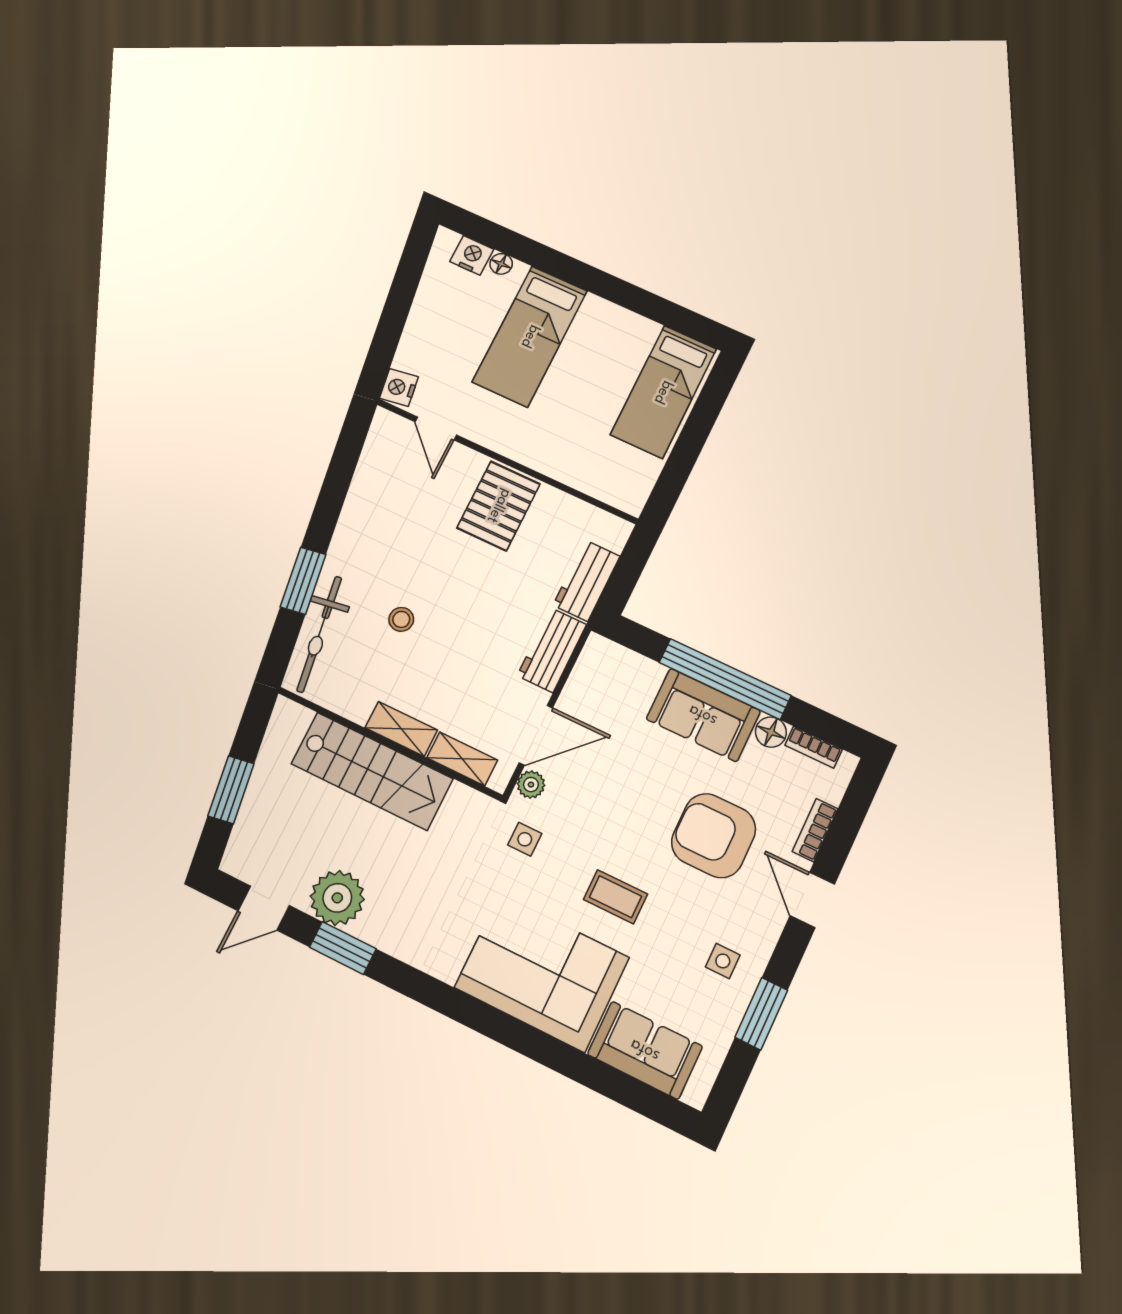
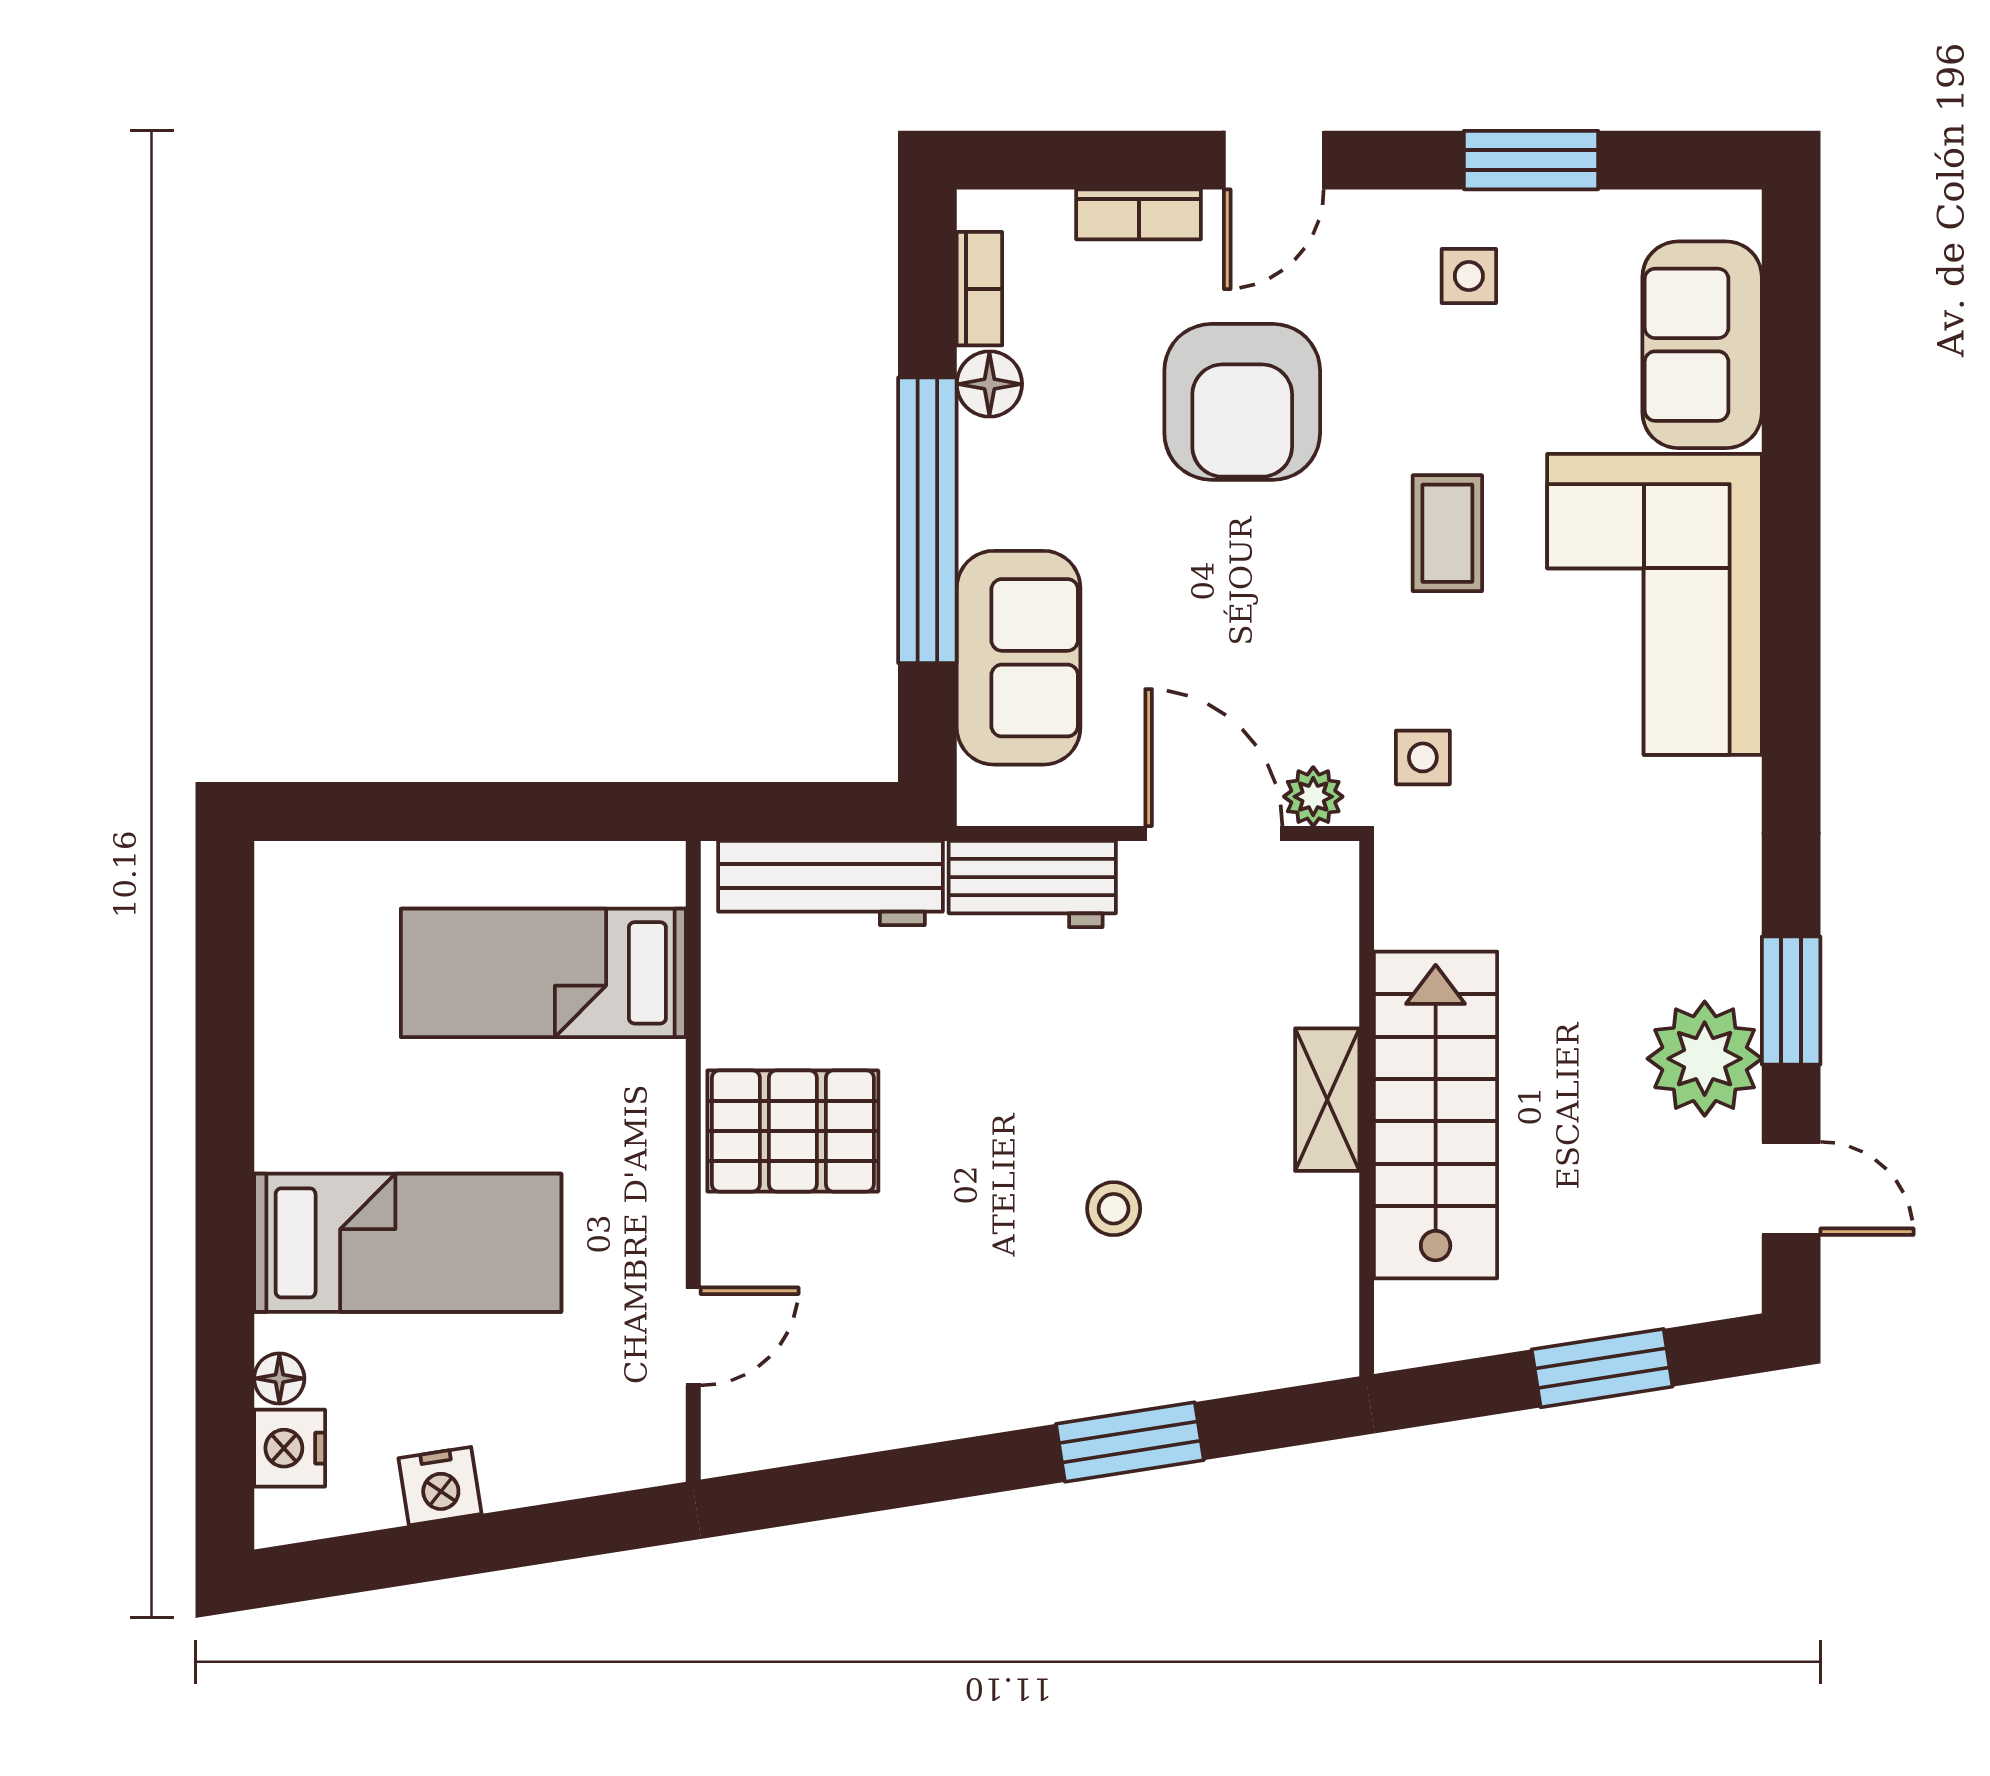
nightstand: (399, 388) -> (440, 1486), moved
bed: (663, 392) -> (543, 973), moved, turned 180
workbench: (586, 581) -> (831, 883), width x1.38
bicycle: (319, 634) -> (1220, 1354), removed
sofa: (703, 715) -> (1019, 658), moved
shelving: (462, 759) -> (1328, 953), removed

